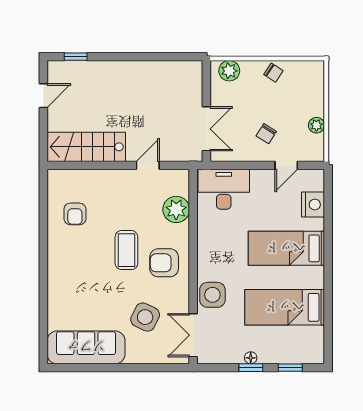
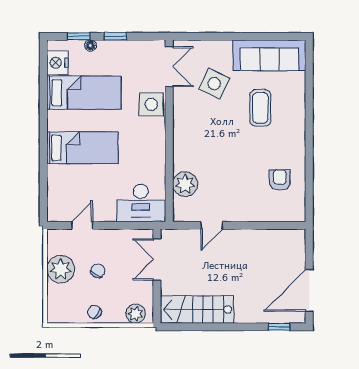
door: (43, 96) -> (309, 290), width x1.88
plant: (316, 125) -> (61, 269), width x1.87, depth x1.87
chair: (266, 134) -> (98, 271), moved
stairs: (86, 147) -> (197, 309), moved, turned 180
nightstand: (313, 205) -> (57, 63), moved
coffee table: (126, 250) -> (260, 108), moved
armchair: (164, 263) -> (196, 134), removed
floor lamp: (251, 358) -> (90, 46), moved

